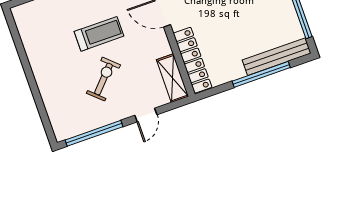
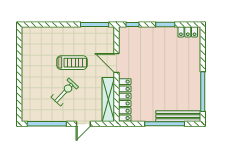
shelving: (172, 78) -> (108, 100), width x1.47

